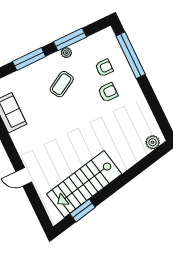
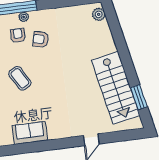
plant: (125, 67) -> (24, 17), added
armchair: (108, 92) -> (41, 39), turned -76

